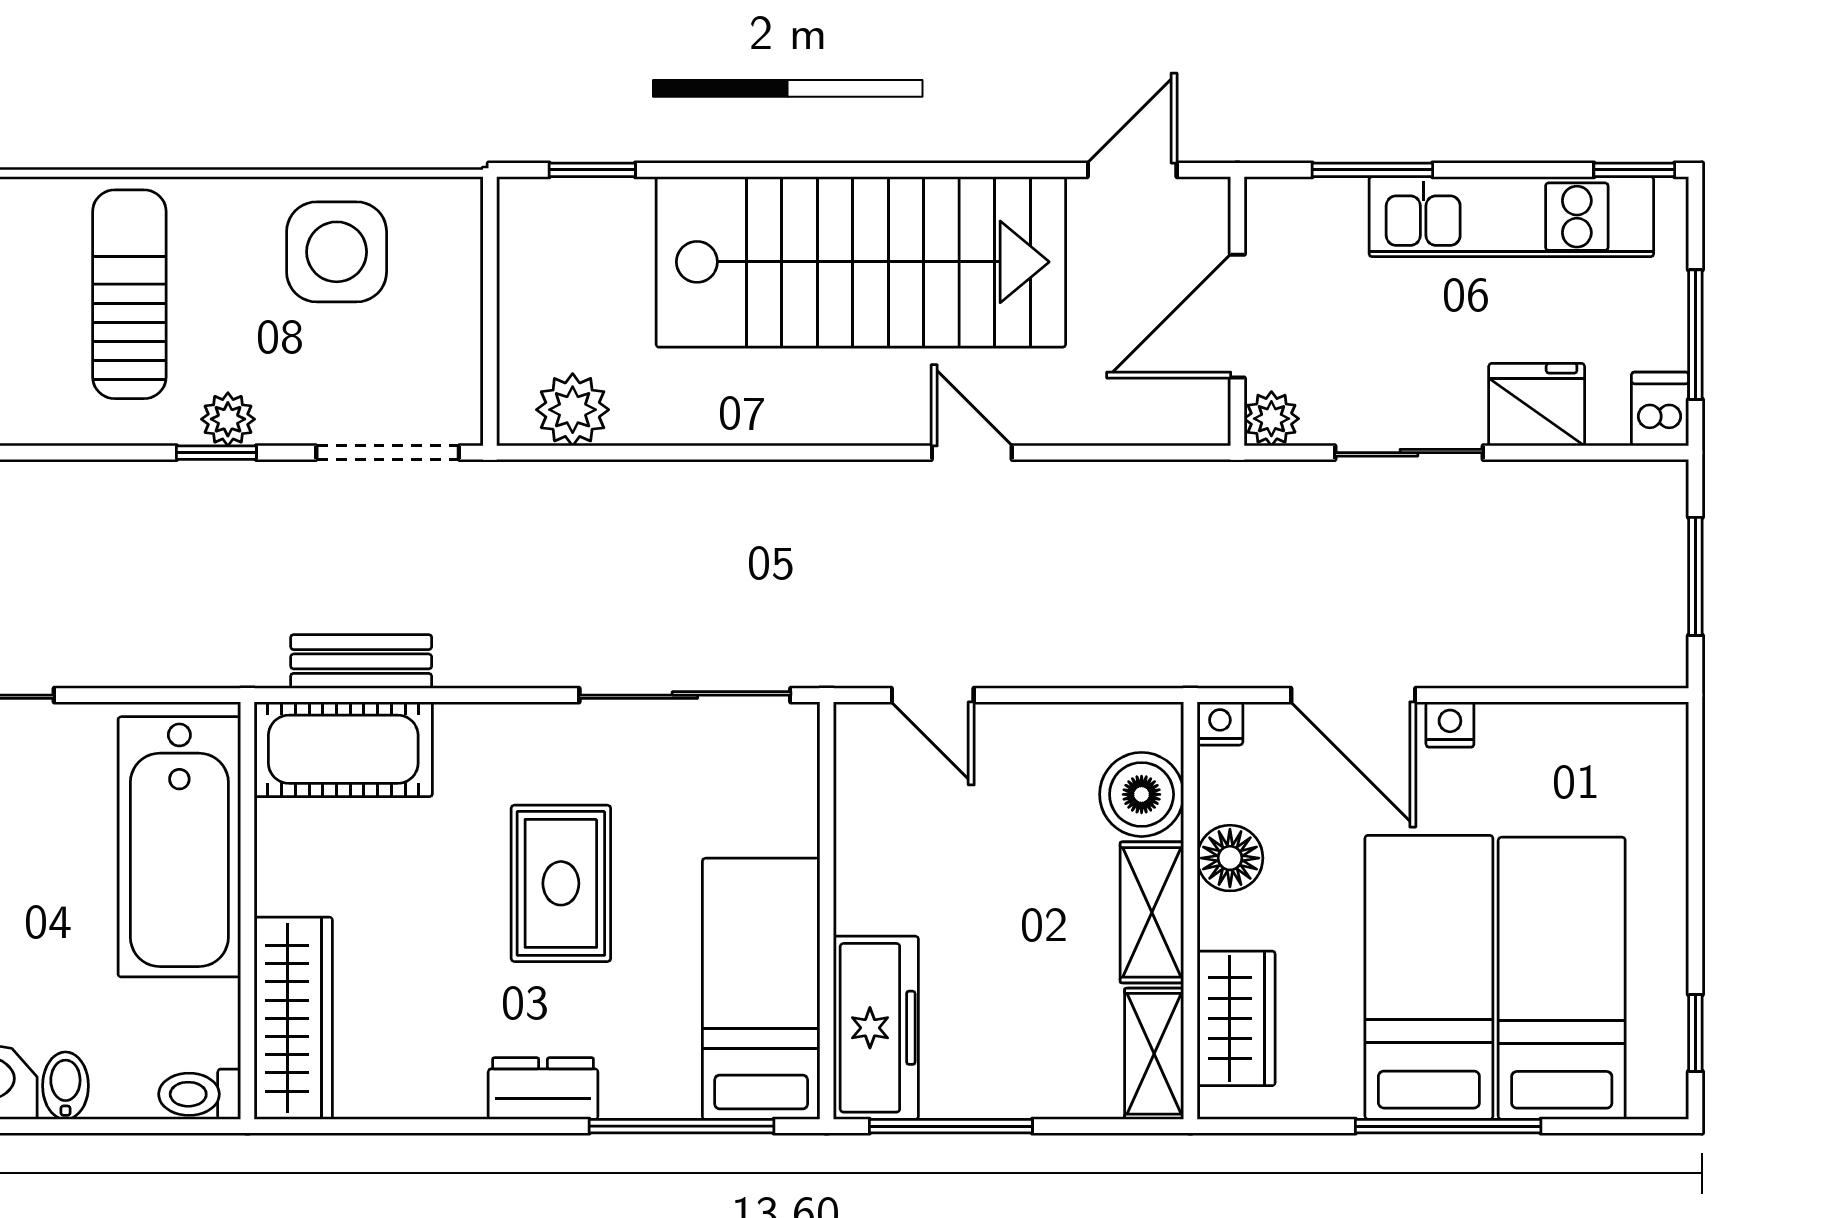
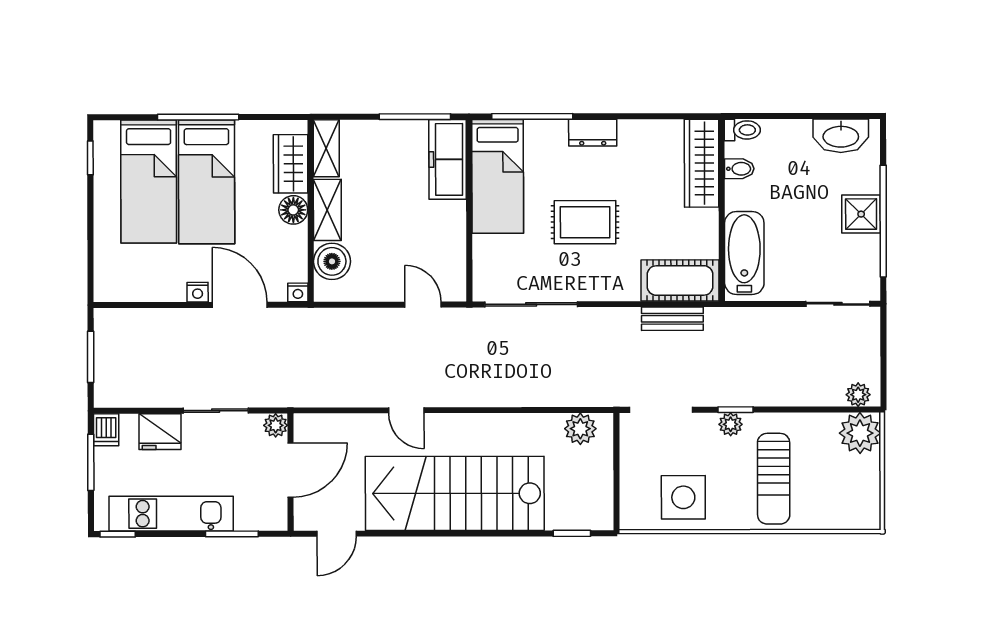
bathtub: (179, 847) -> (744, 253), width x0.73, depth x0.73
floor lamp: (1230, 858) -> (293, 210), moved
rug: (561, 883) -> (585, 222), turned 90
bidet: (65, 1086) -> (739, 169), moved, turned -90

